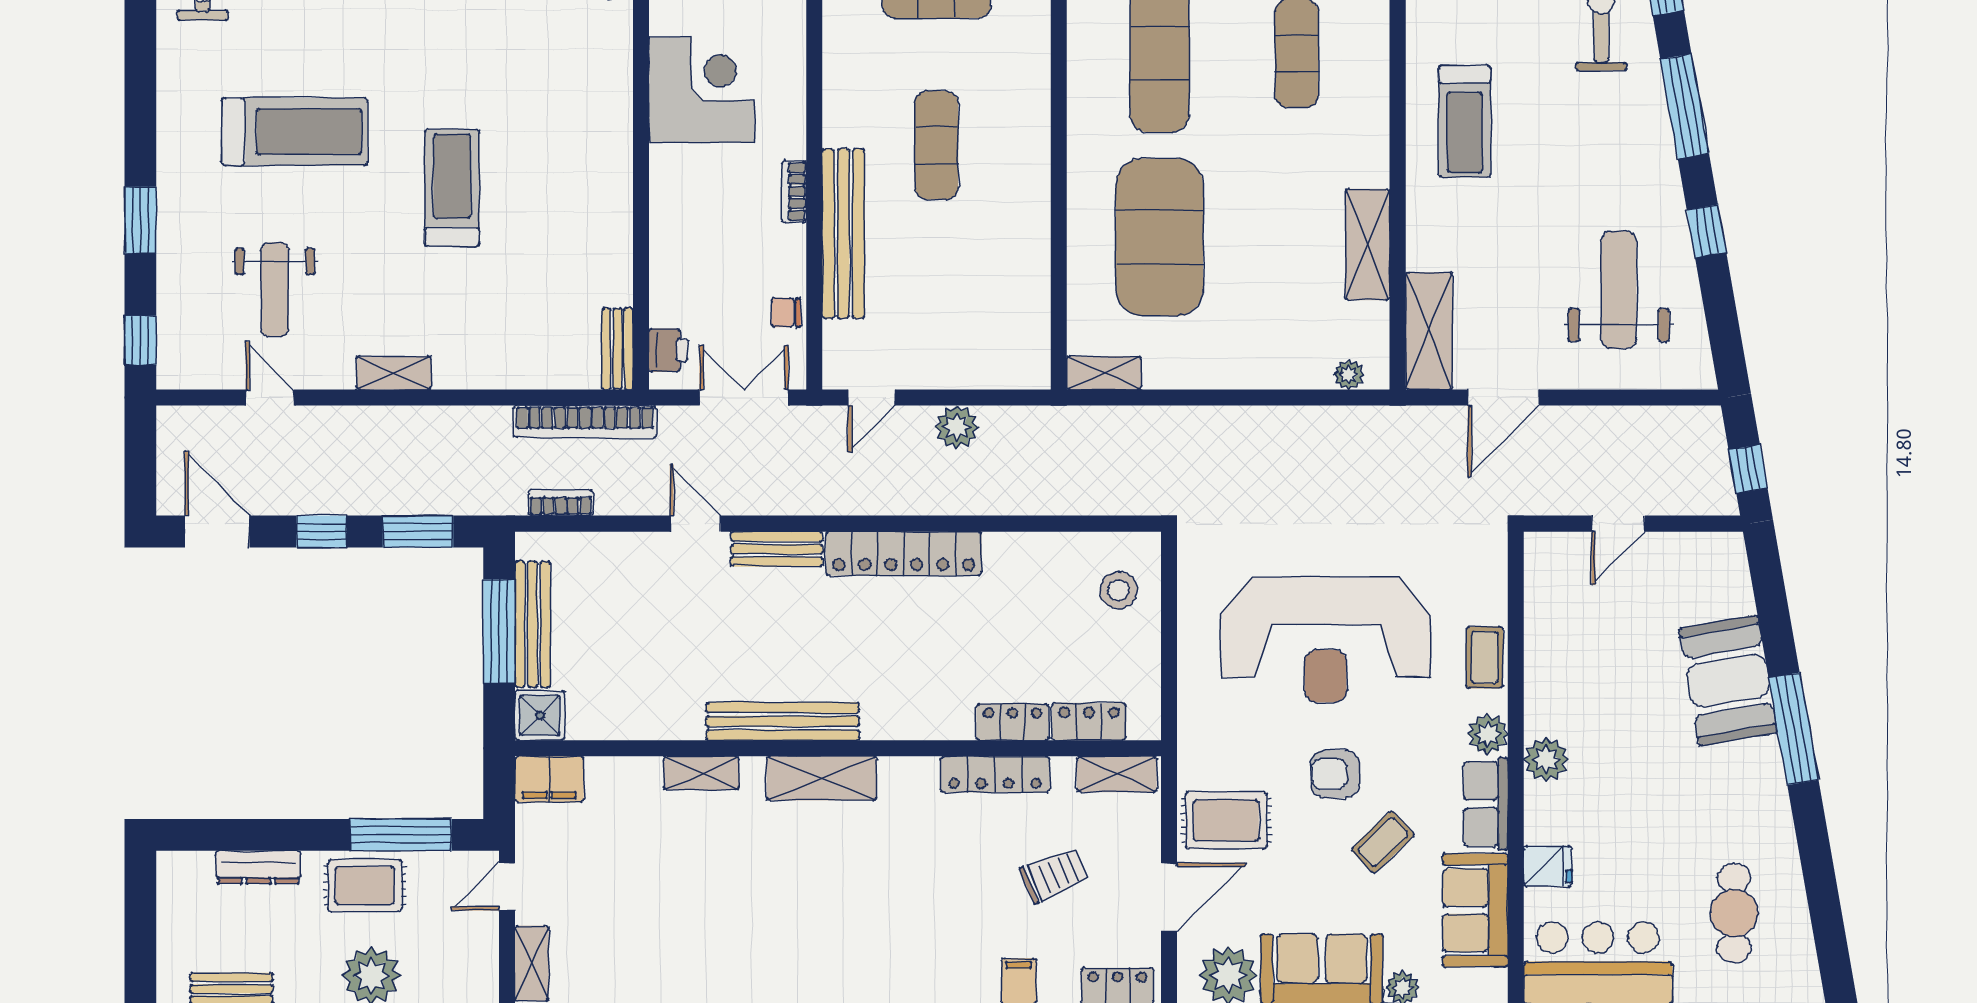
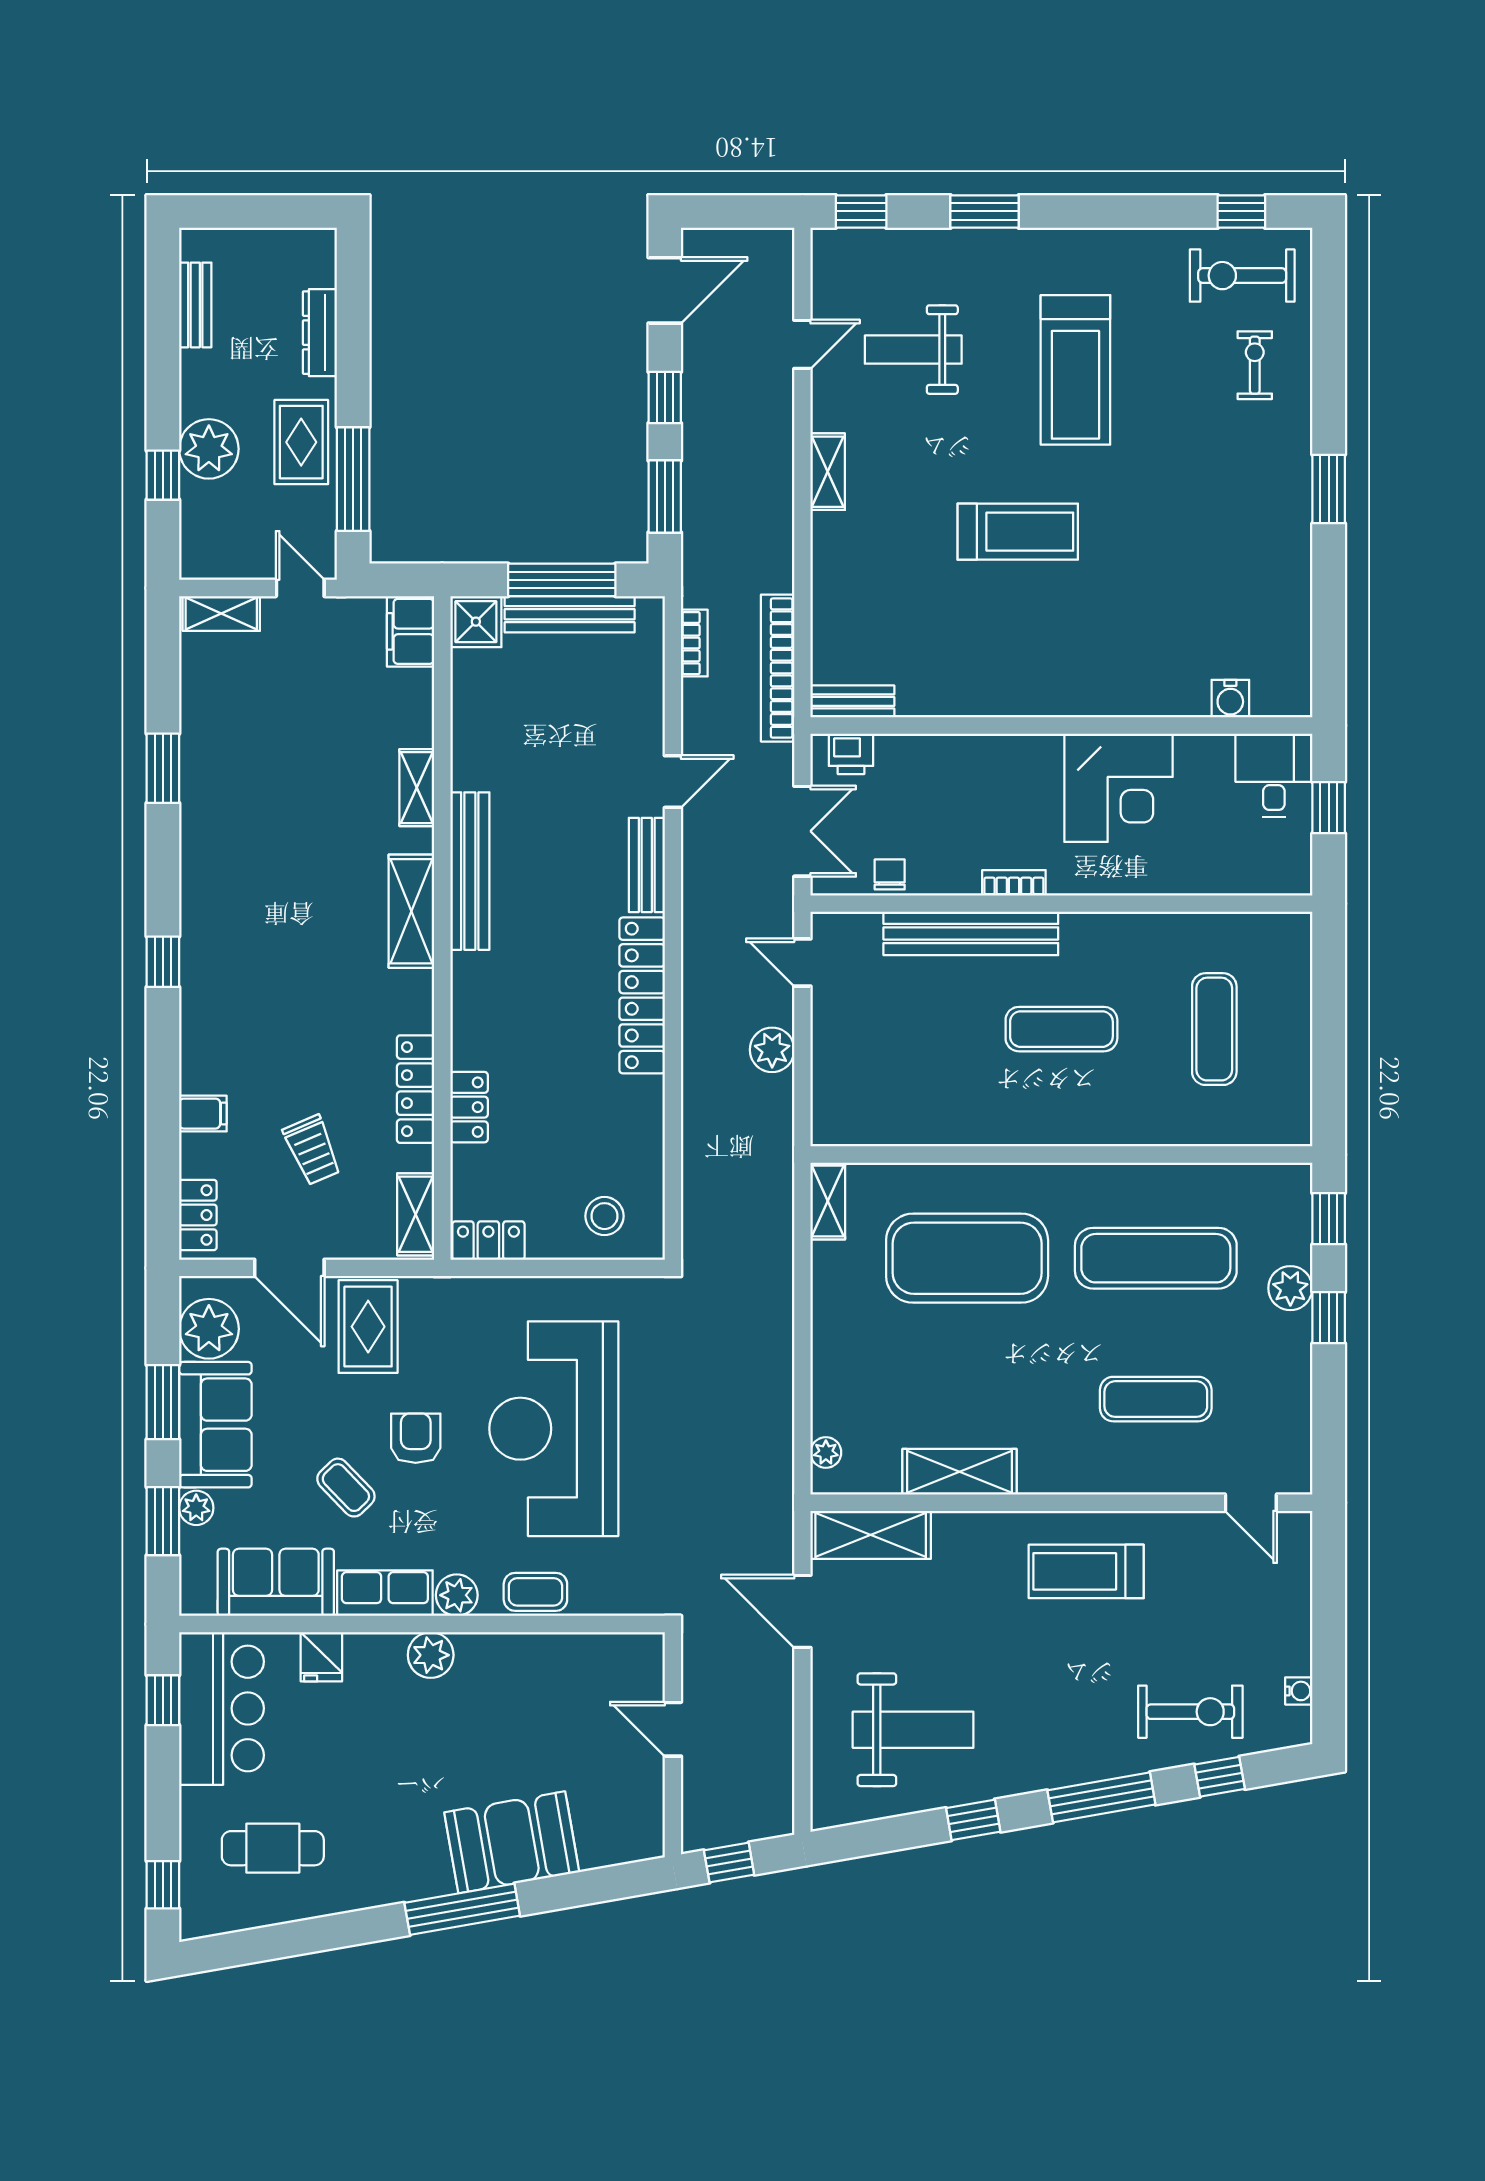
locker: (1089, 722) -> (488, 1241), moved, turned -90

